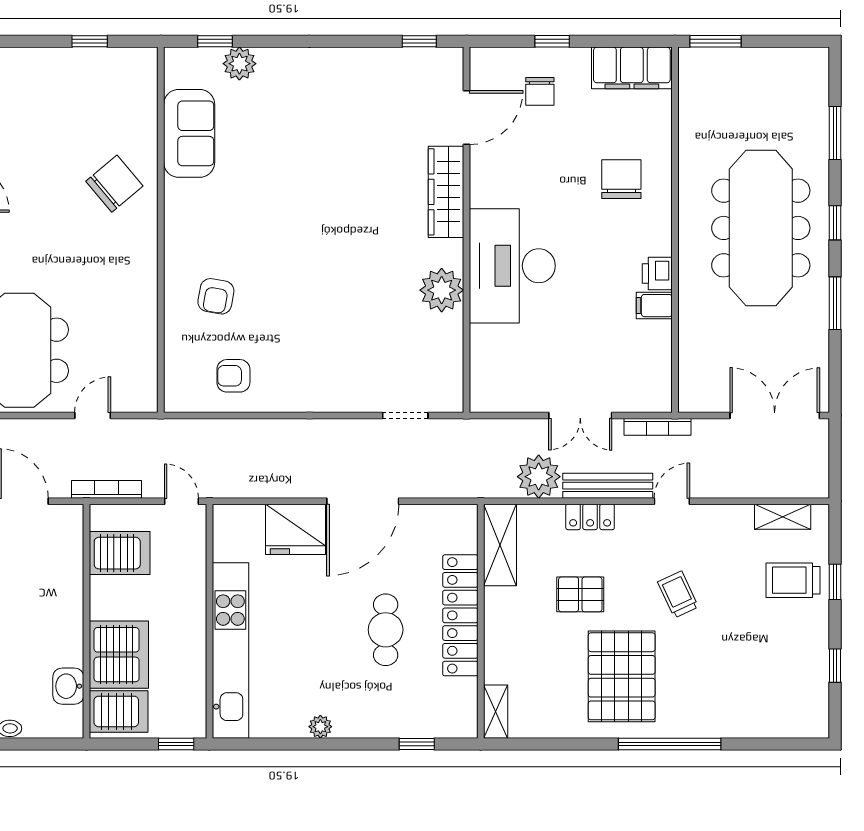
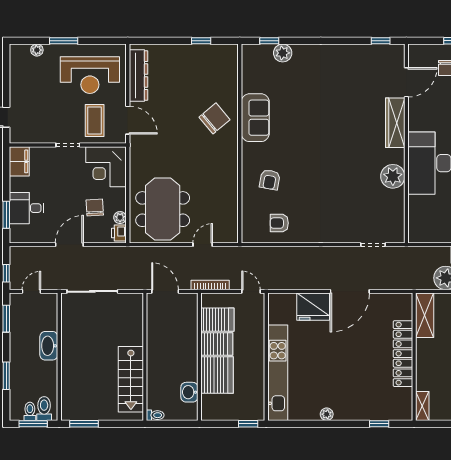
sofa: (189, 133) -> (255, 118), moved
cafe table: (386, 630) -> (362, 361), removed
server rack: (119, 711) -> (217, 344), moved

